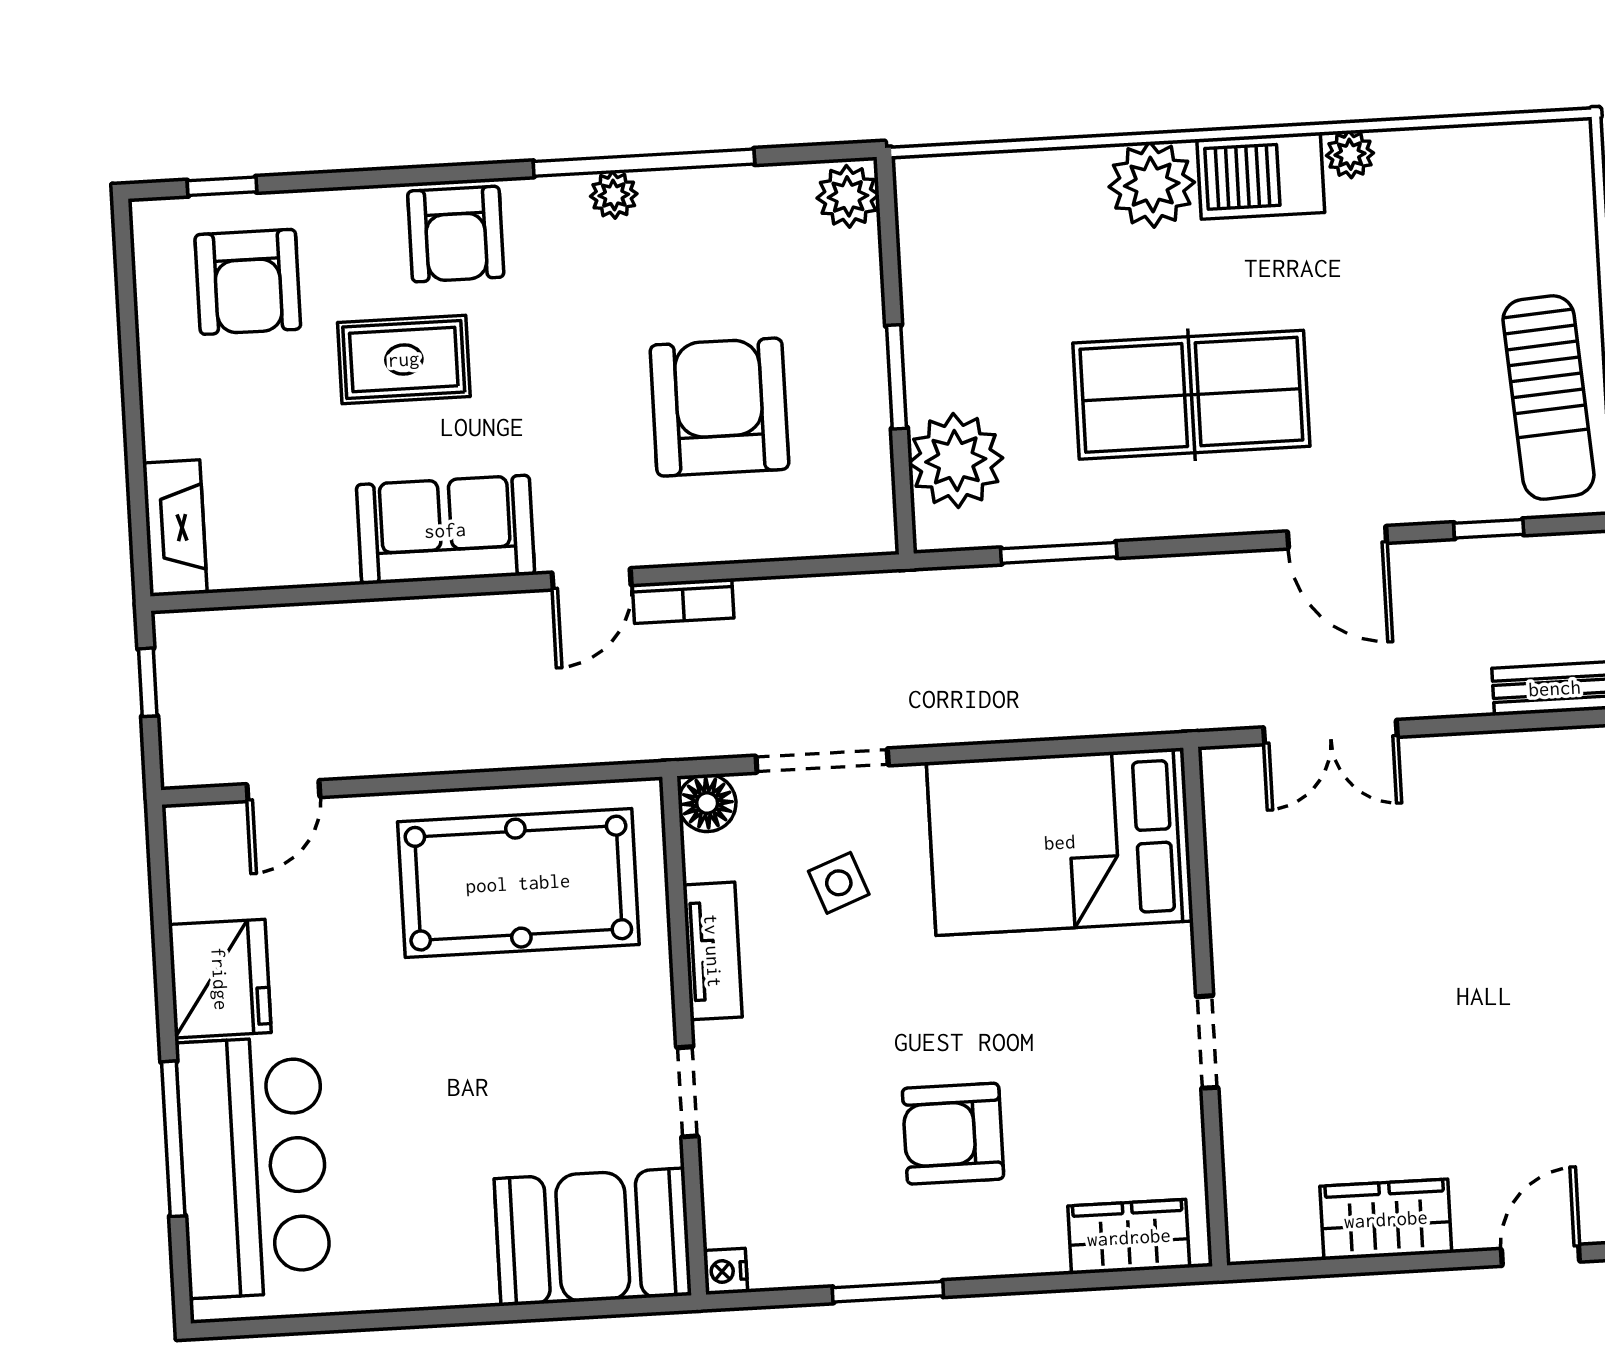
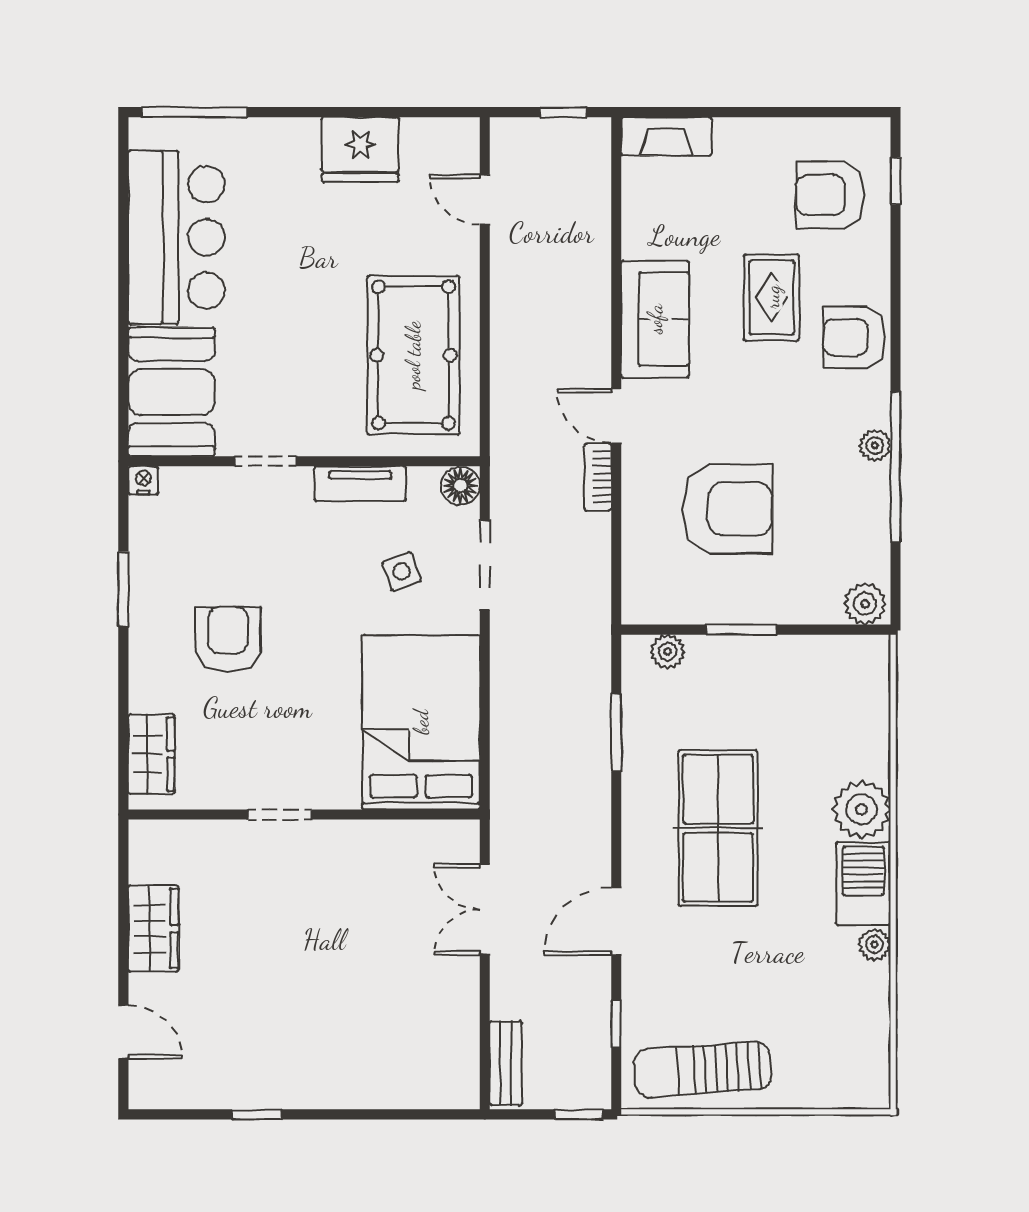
plant: (956, 460) -> (668, 652), width x0.53, depth x0.53
window: (173, 1139) -> (195, 112), moved
bar counter: (253, 1167) -> (176, 237), moved, turned -90

